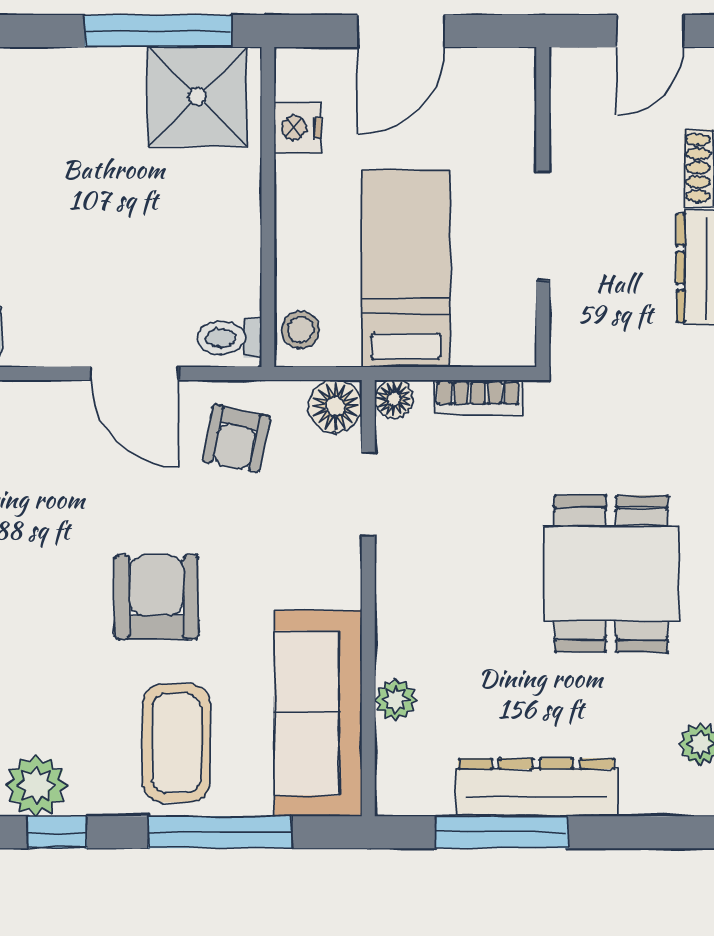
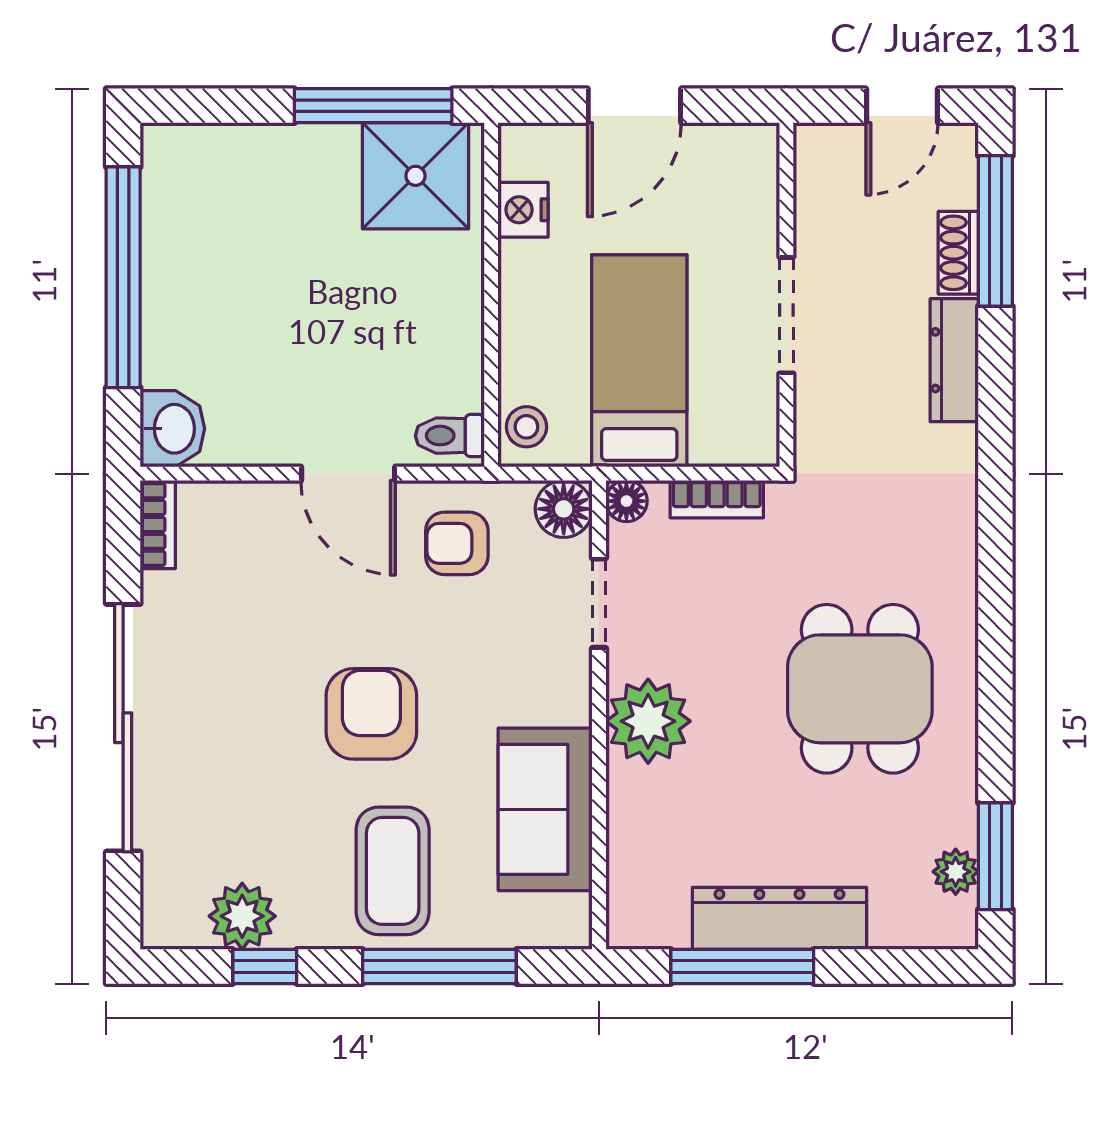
armchair: (236, 438) -> (457, 543), turned 78
plant: (396, 700) -> (648, 721), moved, width x1.88, depth x1.88
sofa: (318, 713) -> (545, 809), width x0.73

